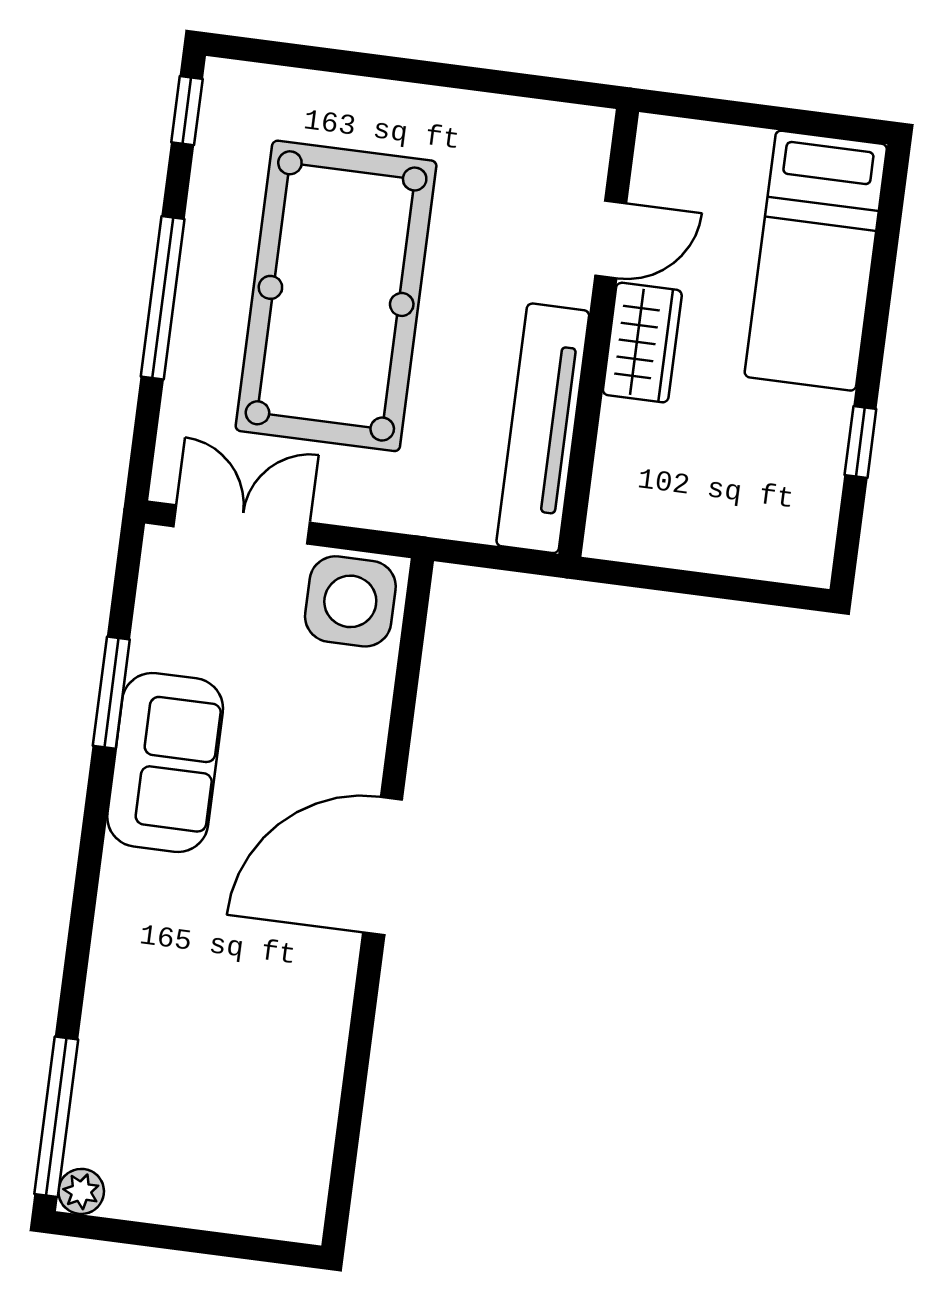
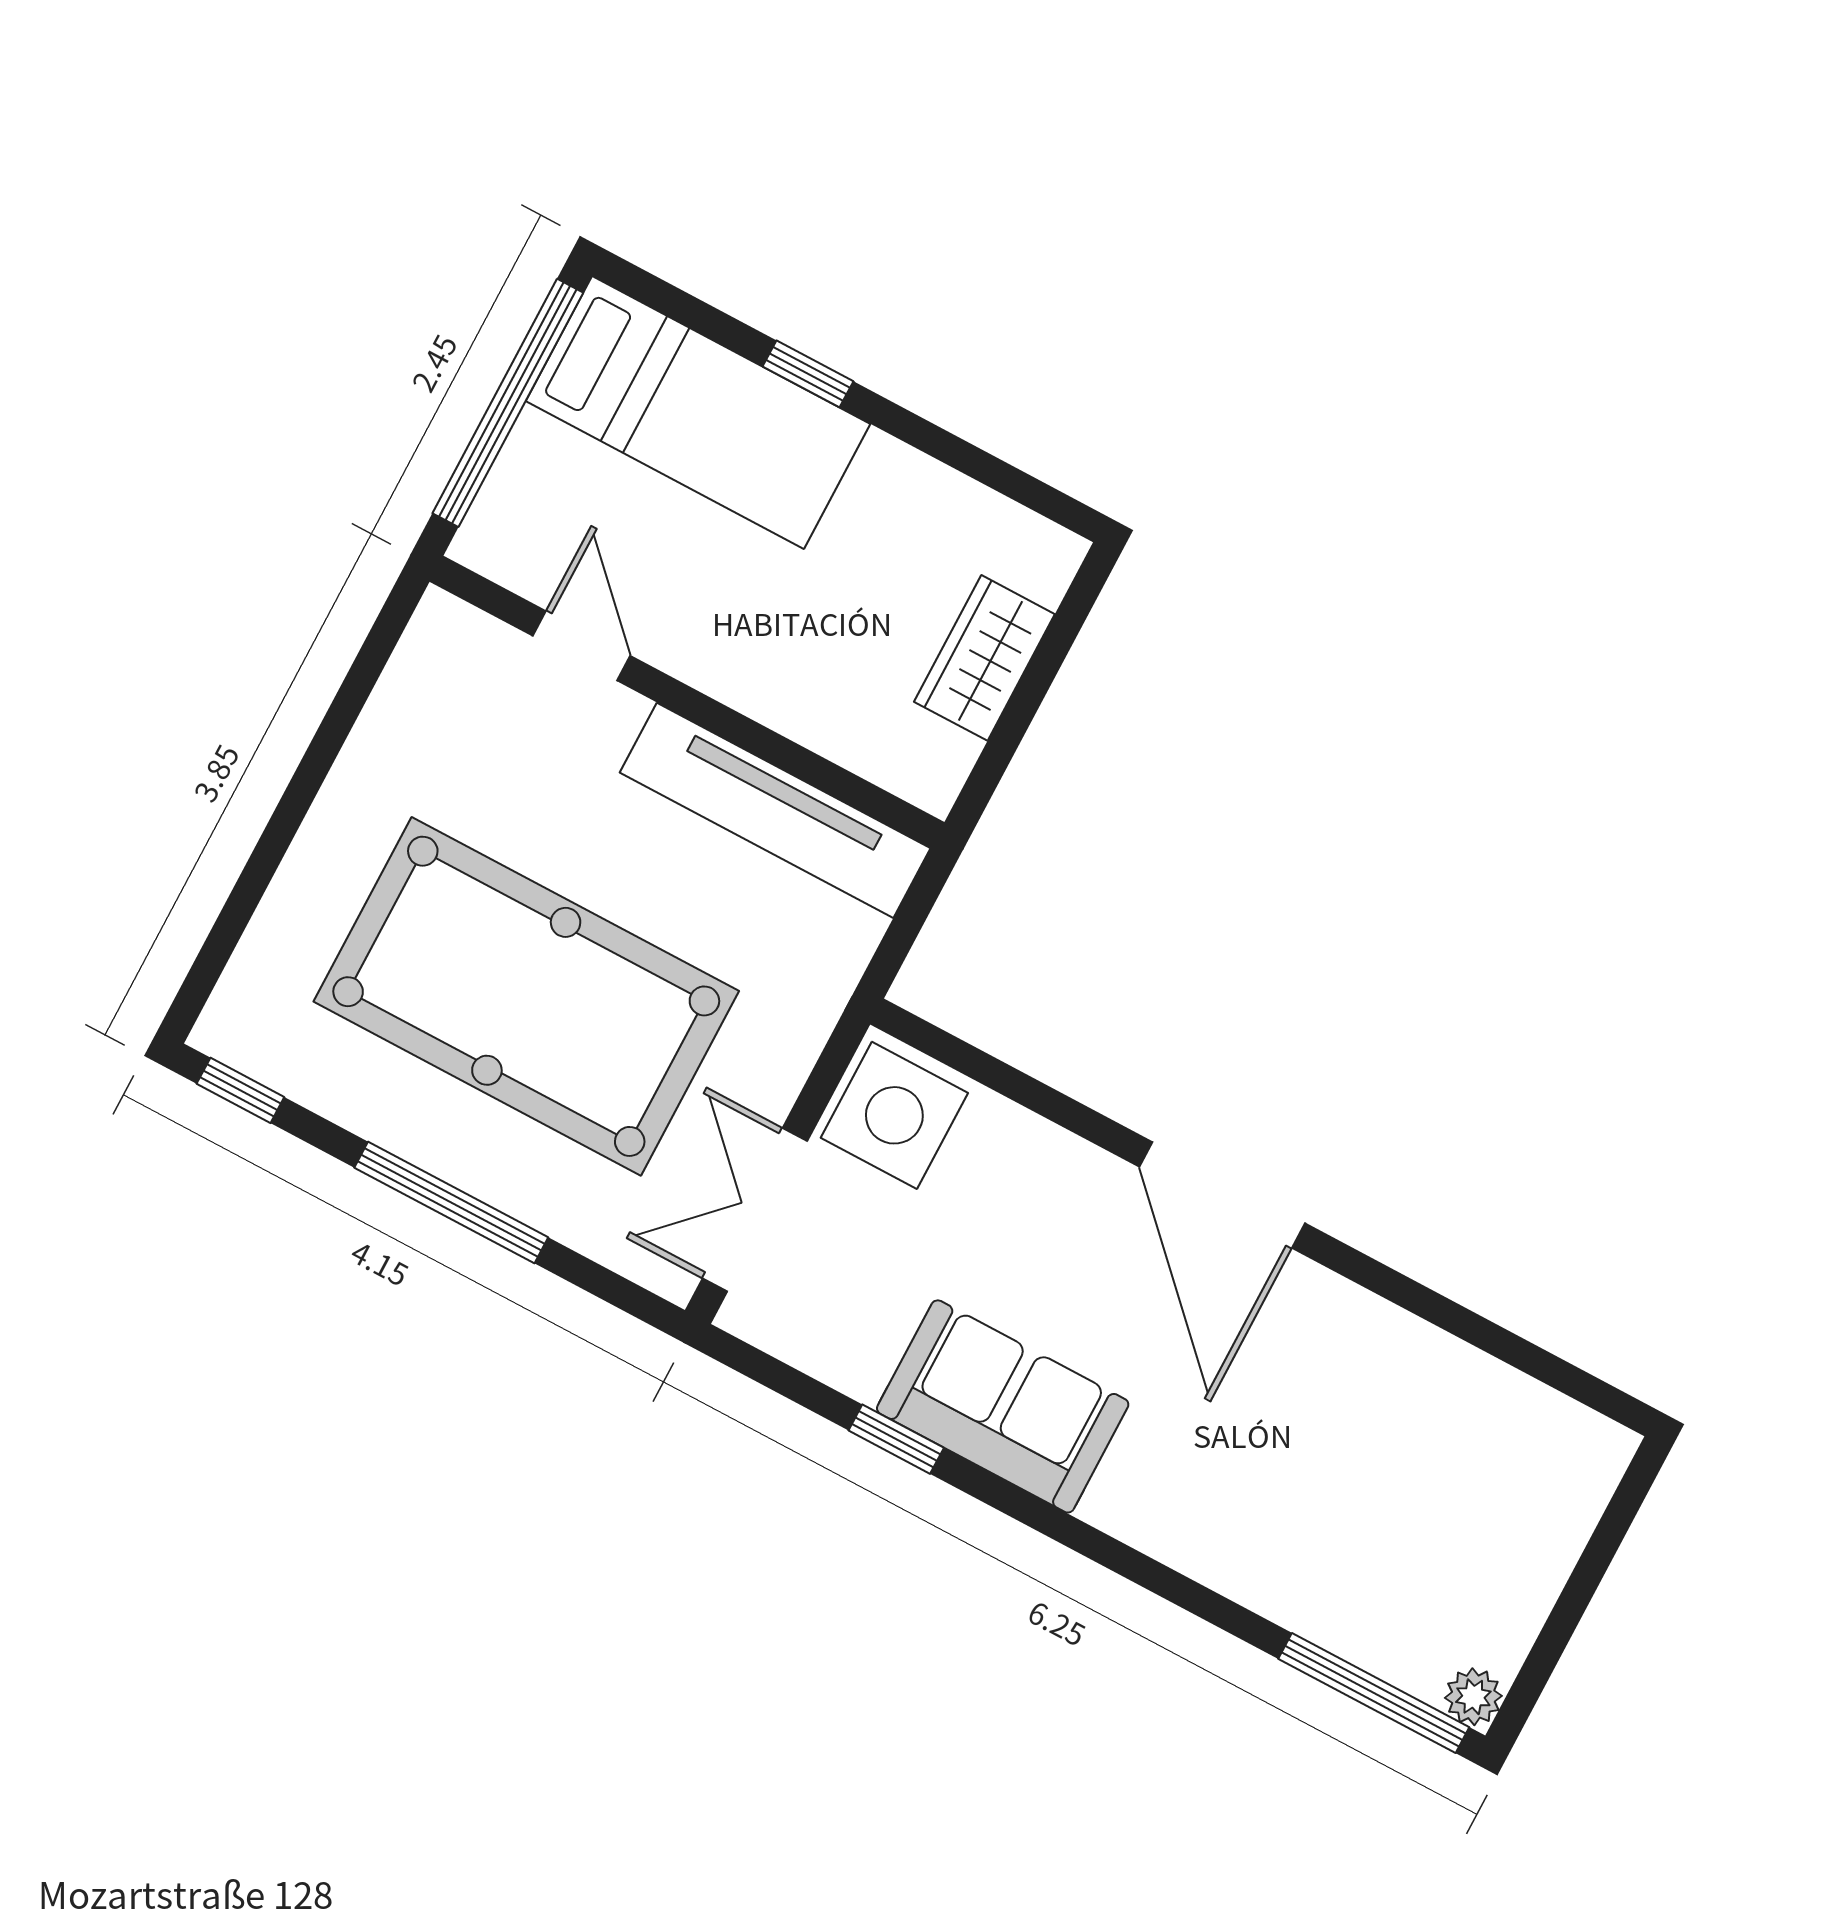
window: (770, 117) -> (508, 403), added
wardrobe: (642, 343) -> (984, 658), moved, turned -90
window: (860, 442) -> (808, 374), moved
window: (111, 693) -> (896, 1439), width x0.67

